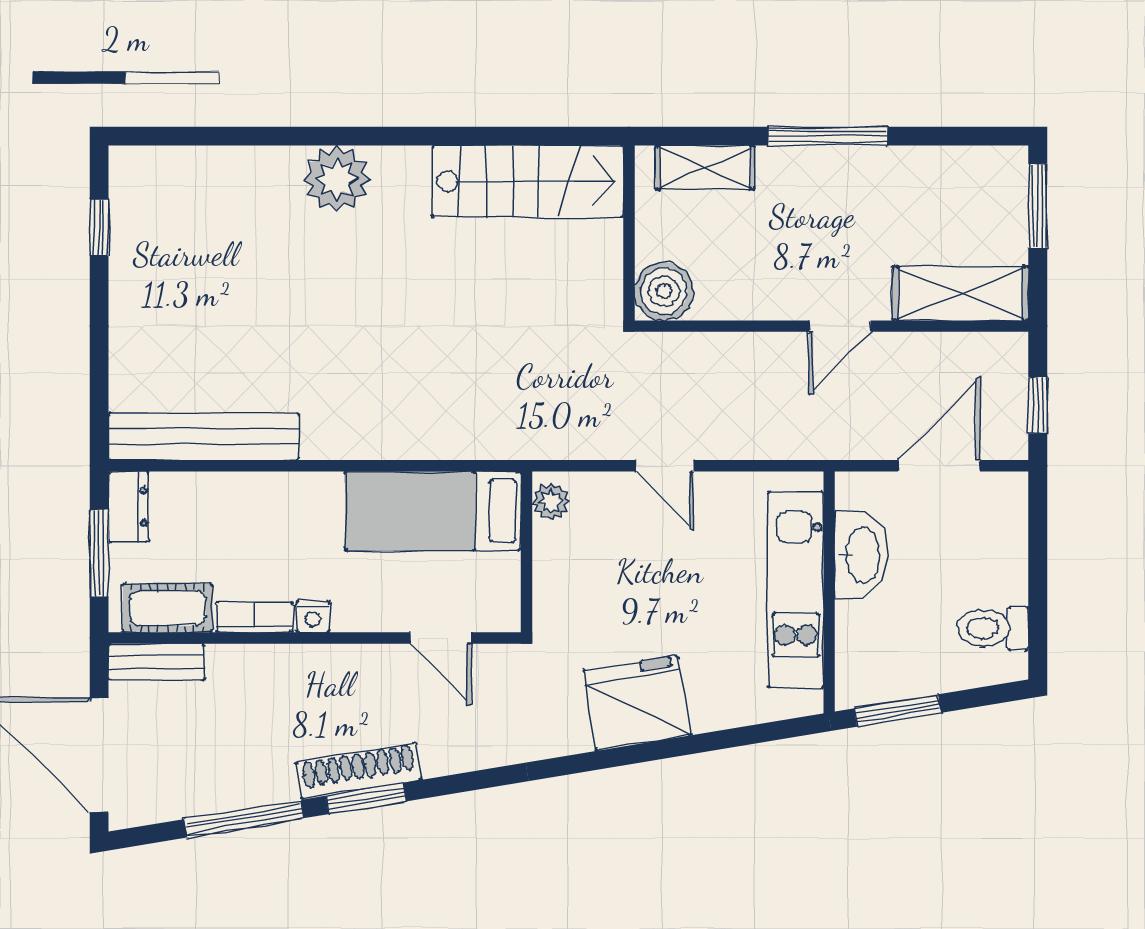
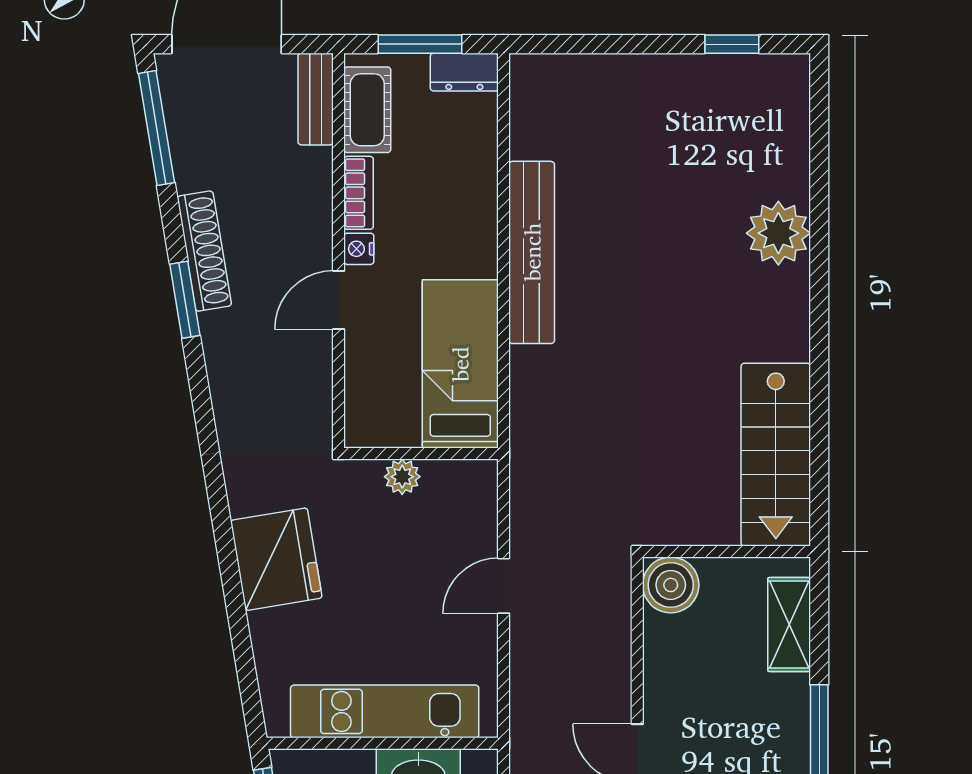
plant: (337, 179) -> (778, 233), moved
bench: (204, 436) -> (532, 252), moved
plant: (551, 502) -> (402, 477), moved
door: (440, 638) -> (339, 300), moved
shoe rack: (359, 771) -> (204, 251), moved
window: (244, 819) -> (156, 128), moved

